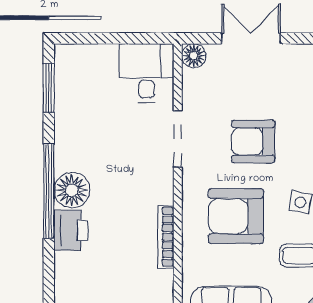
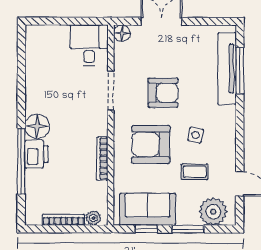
window: (49, 88) -> (21, 55), removed
armchair: (253, 141) -> (163, 93), turned 180
window: (49, 191) -> (21, 161), moved

